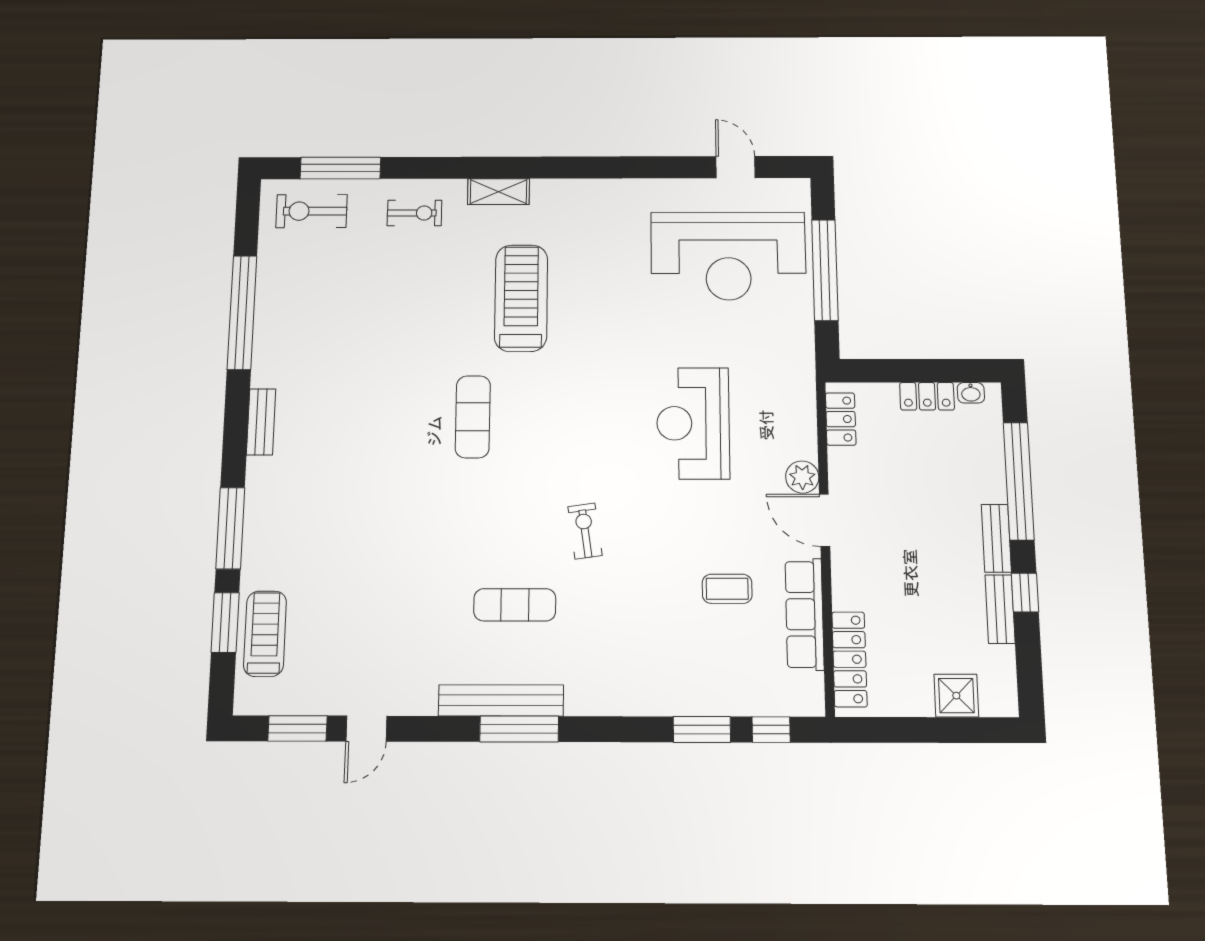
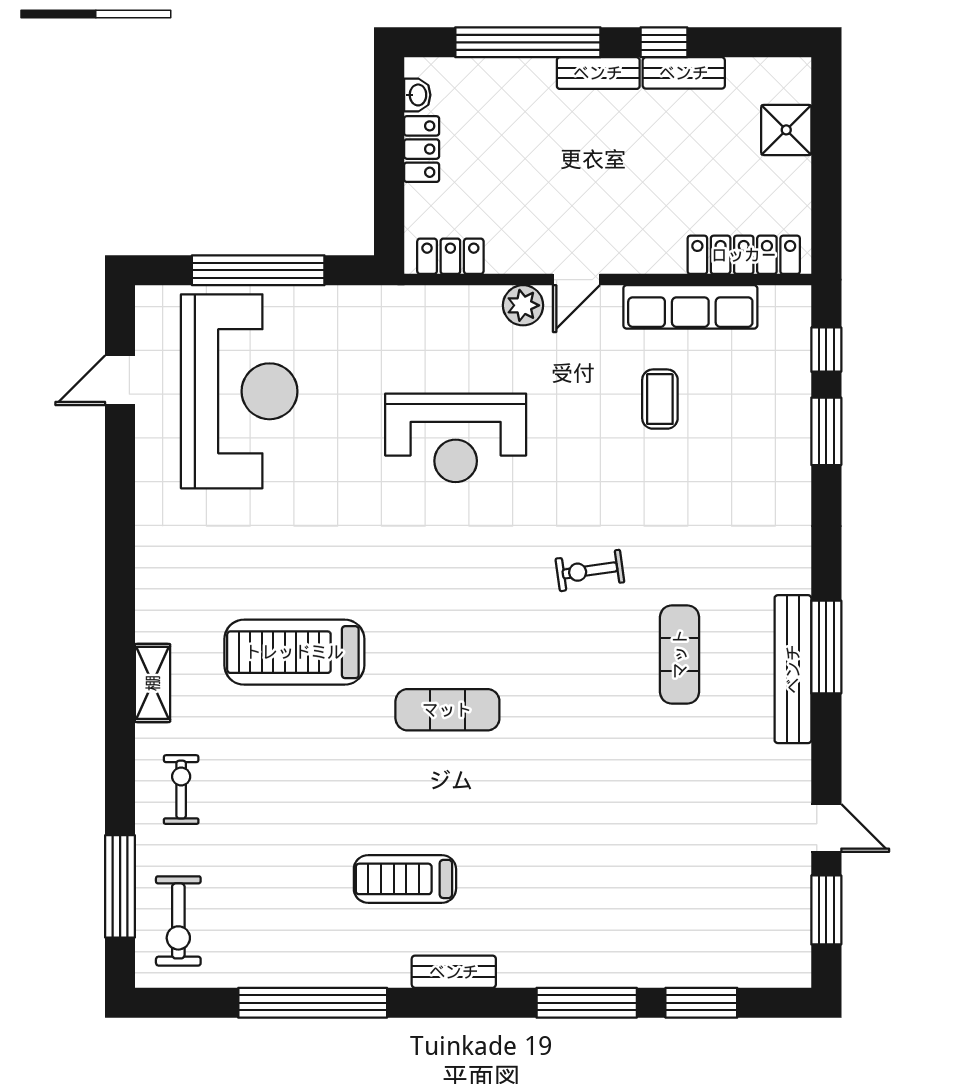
door: (825, 520) -> (576, 280), width x0.73
treadmill: (265, 634) -> (405, 879), moved

